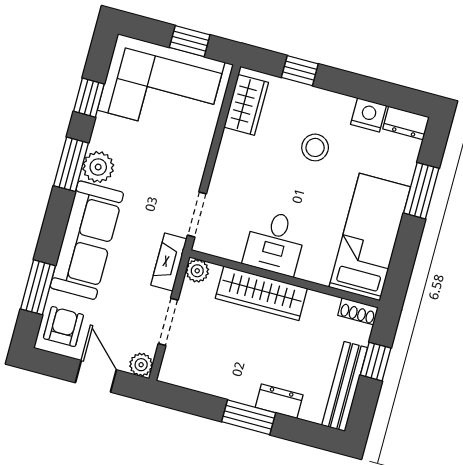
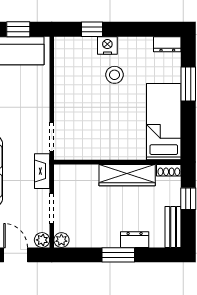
wardrobe: (246, 105) -> (64, 60), removed
nightstand: (368, 115) -> (107, 45), moved
desk: (275, 243) -> (105, 141), removed
plant: (197, 271) -> (61, 240), moved
wardrobe: (261, 293) -> (127, 175), moved
bench: (345, 386) -> (173, 227), width x0.73

